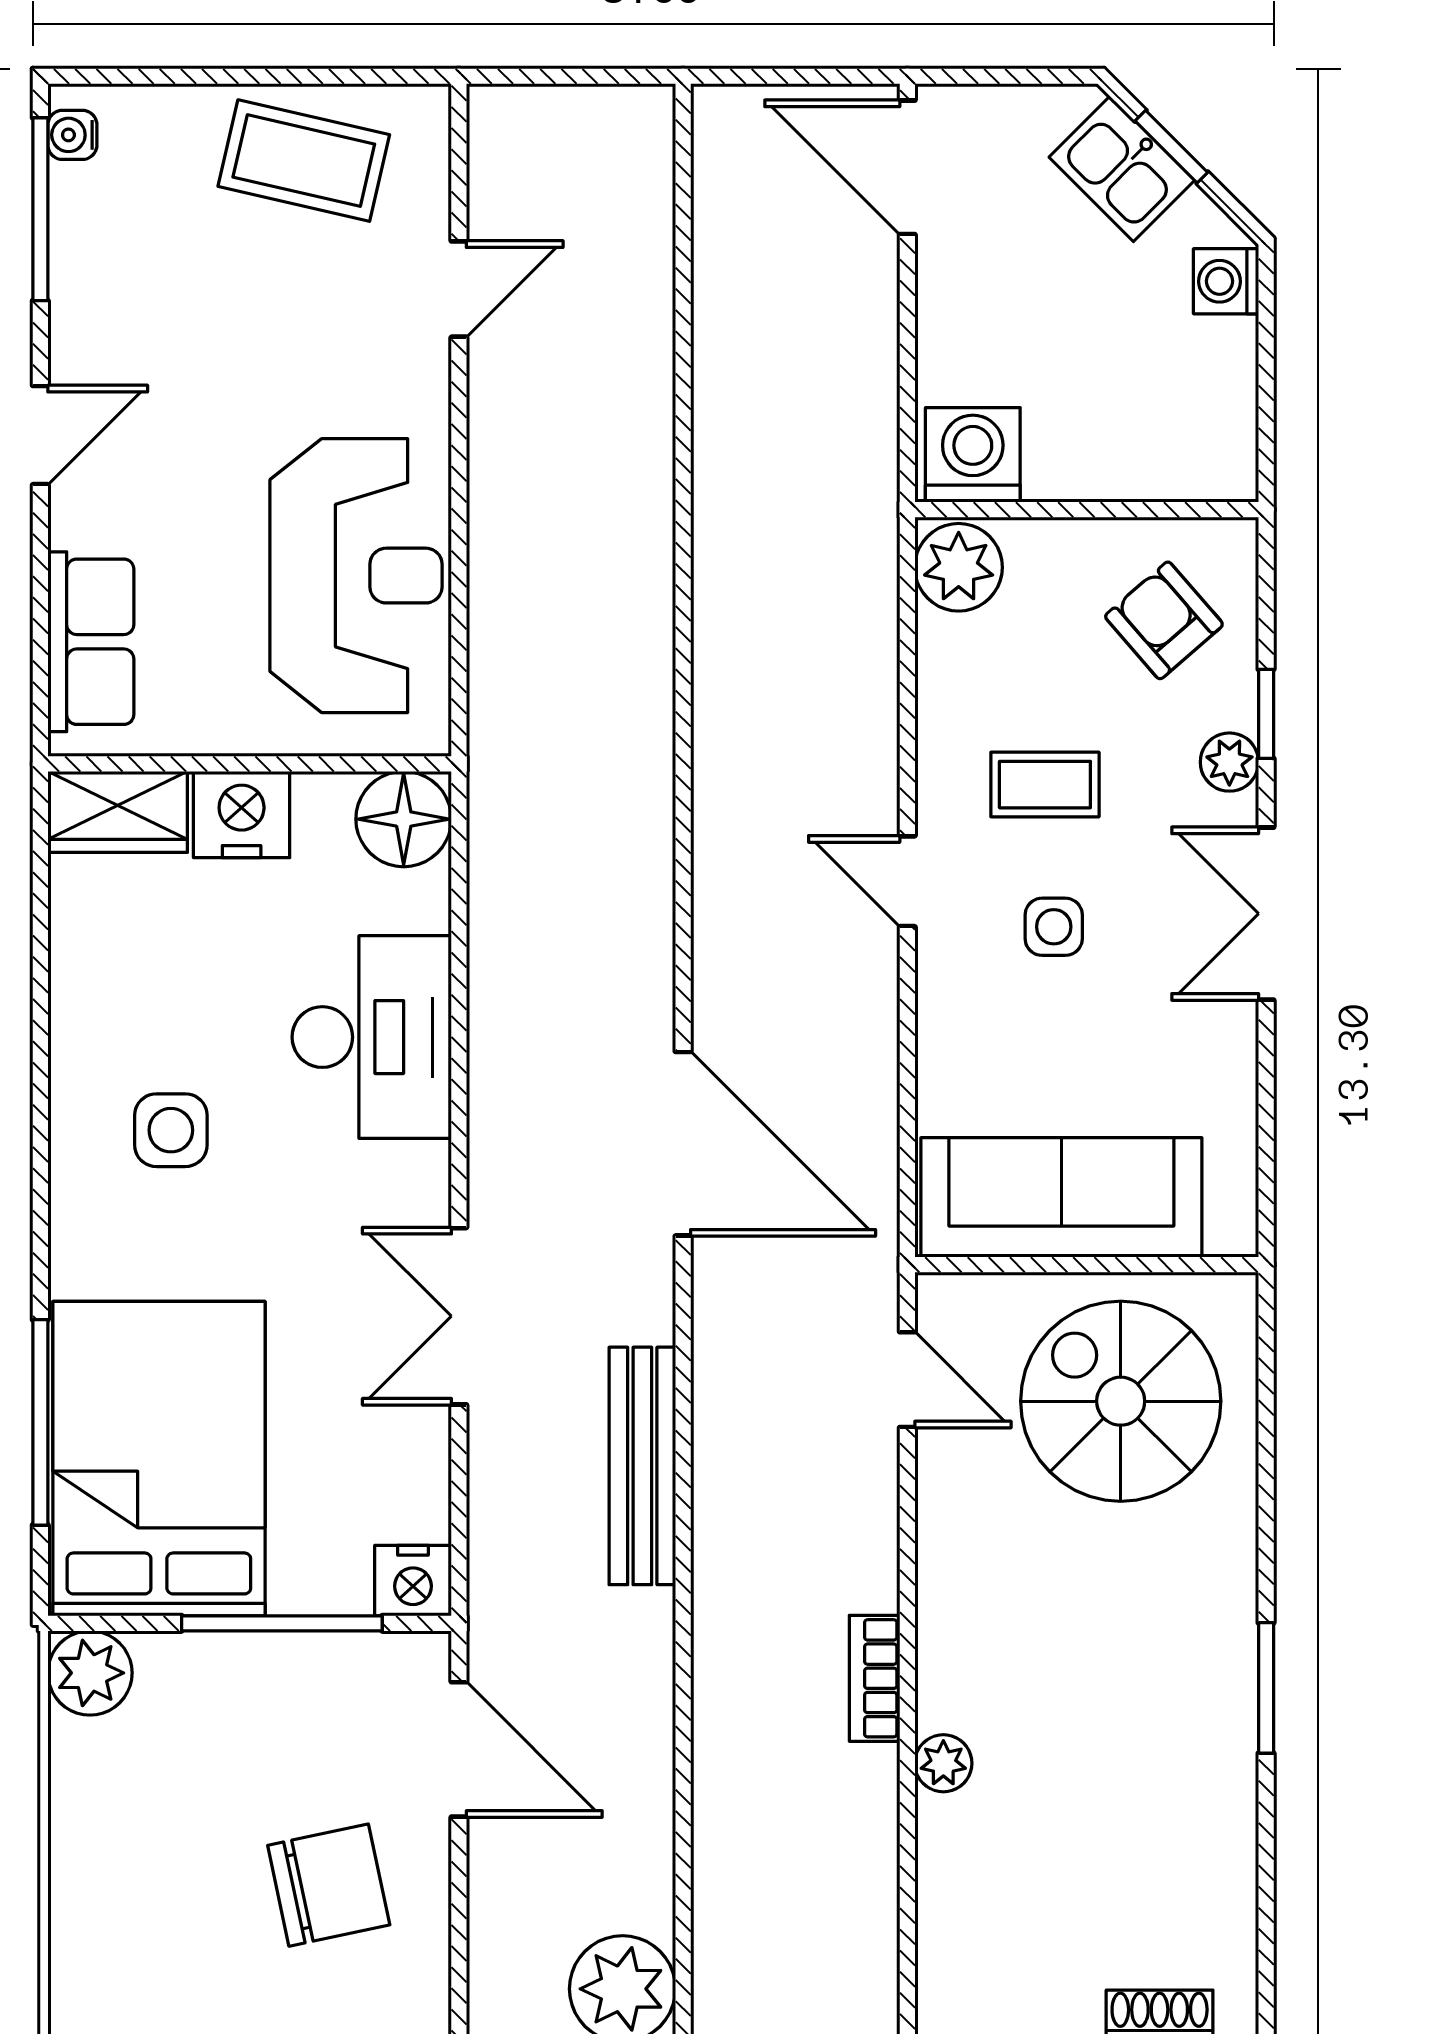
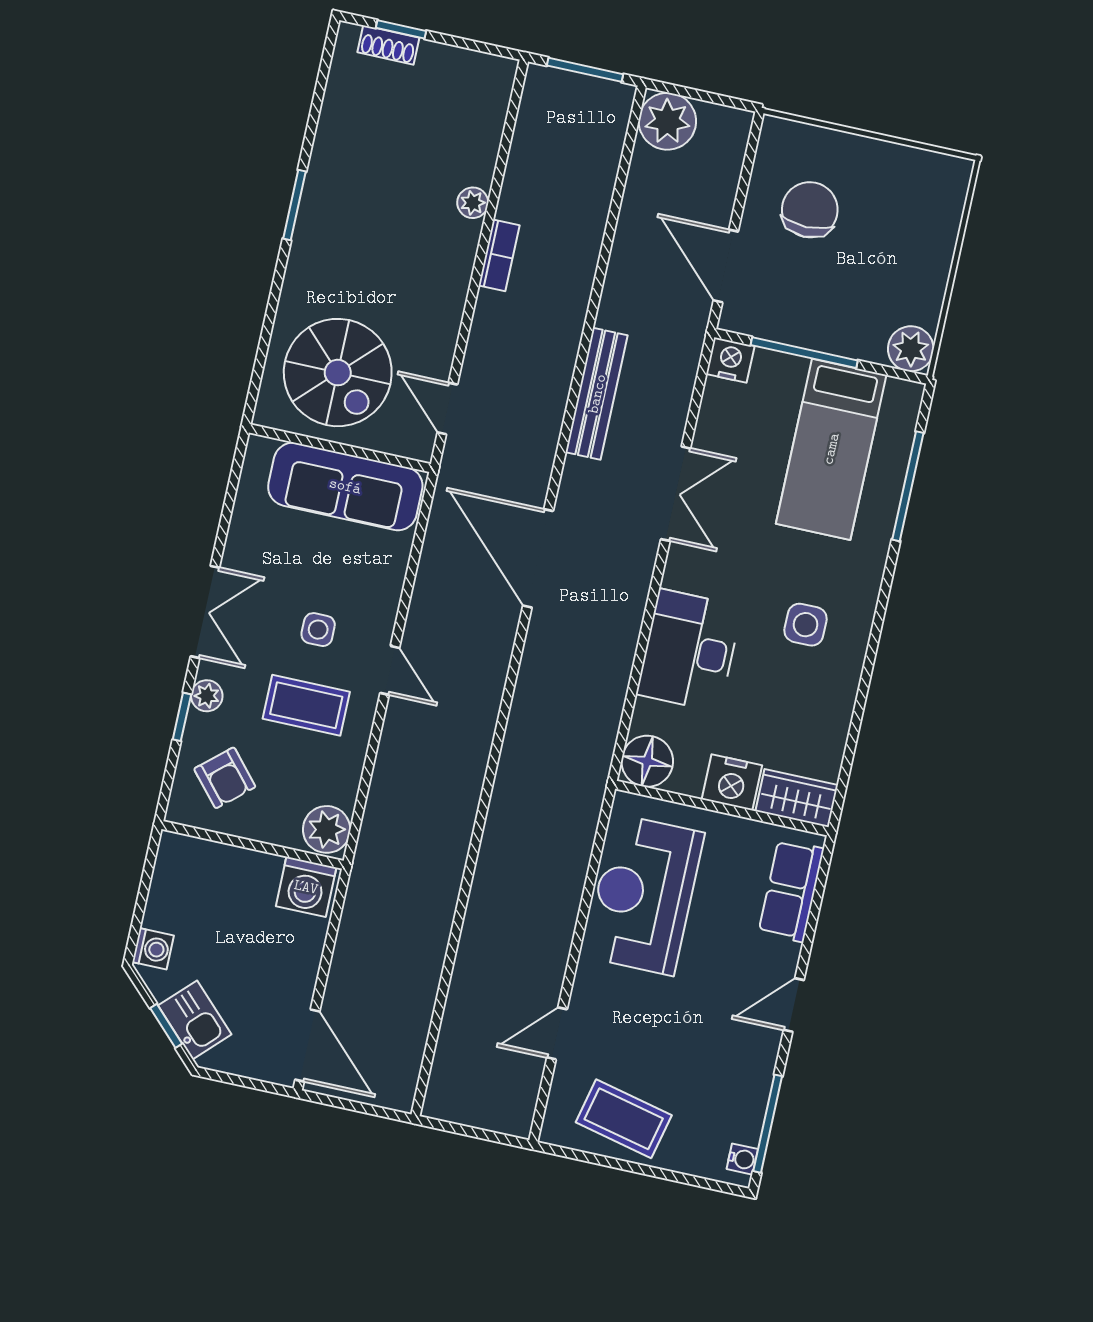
coffee table: (1045, 785) -> (306, 705), width x1.36, depth x1.30
bed: (159, 1459) -> (831, 449), width x0.67
chair: (329, 1885) -> (810, 210), turned 102

